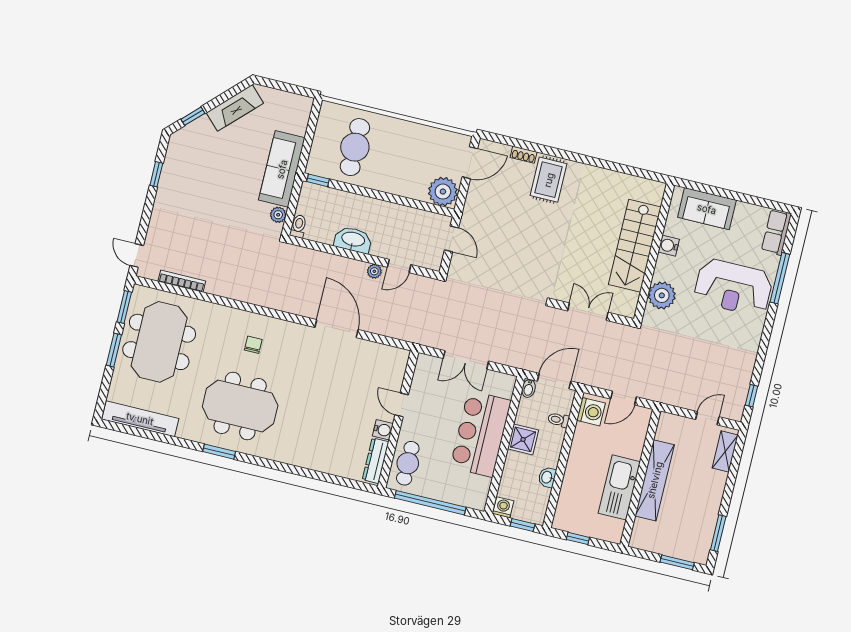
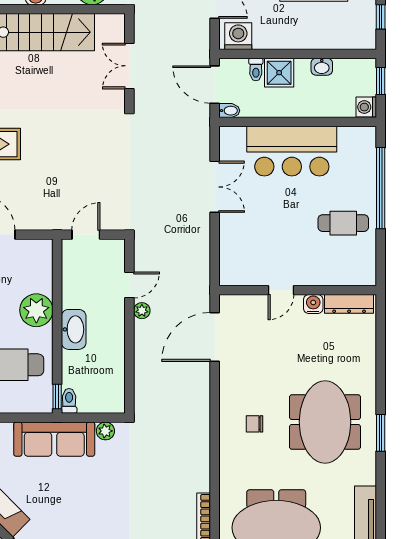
plant: (443, 192) -> (36, 310), moved
toilet: (298, 226) -> (69, 401), moved, turned 90
washbasin: (353, 240) -> (74, 329), moved, turned 180
door: (399, 266) -> (129, 285), hinge flipped
door: (402, 405) -> (281, 290), moved
wall: (398, 419) -> (298, 290), moved
water cooler: (383, 430) -> (313, 304), moved
shower: (523, 439) -> (279, 73), moved
dresser: (375, 461) -> (349, 304), moved

